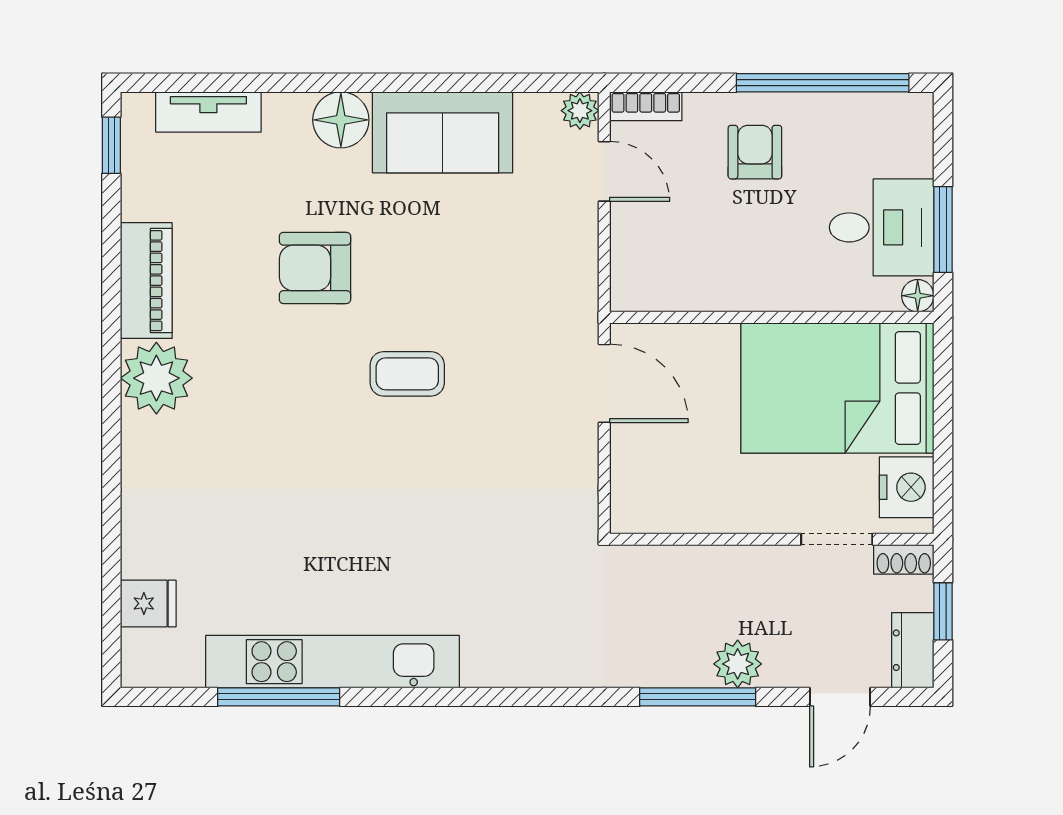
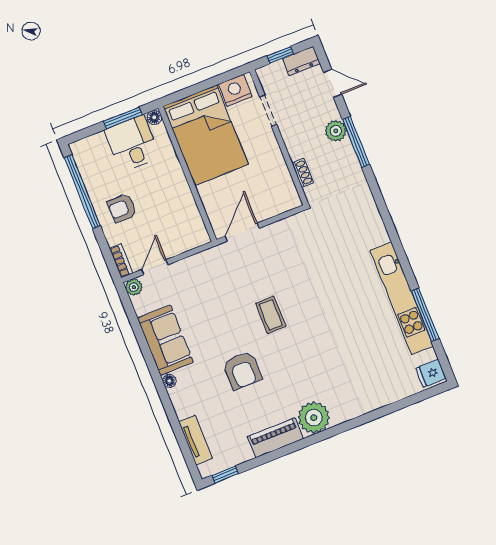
floor lamp: (341, 120) -> (169, 381), width x0.53, depth x0.53
shoe rack: (904, 559) -> (303, 173), moved
fridge: (148, 603) -> (431, 373), moved, turned -90

